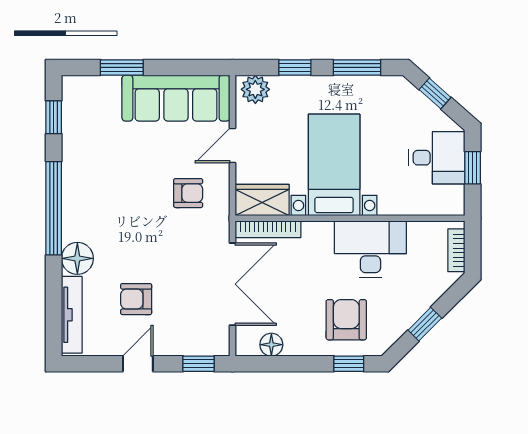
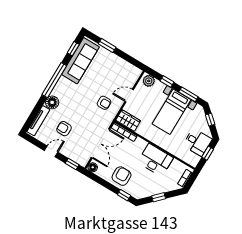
sofa: (176, 98) -> (80, 61), moved, turned -90
bed with nightstands: (334, 165) -> (172, 112), moved, turned 180
armchair: (346, 320) -> (122, 176), moved
floor lamp: (271, 345) -> (93, 167), moved

